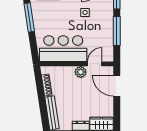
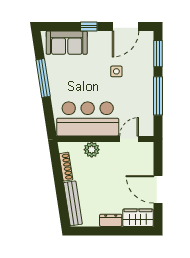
plant: (81, 72) -> (92, 150), moved
door: (117, 86) -> (158, 189), moved

